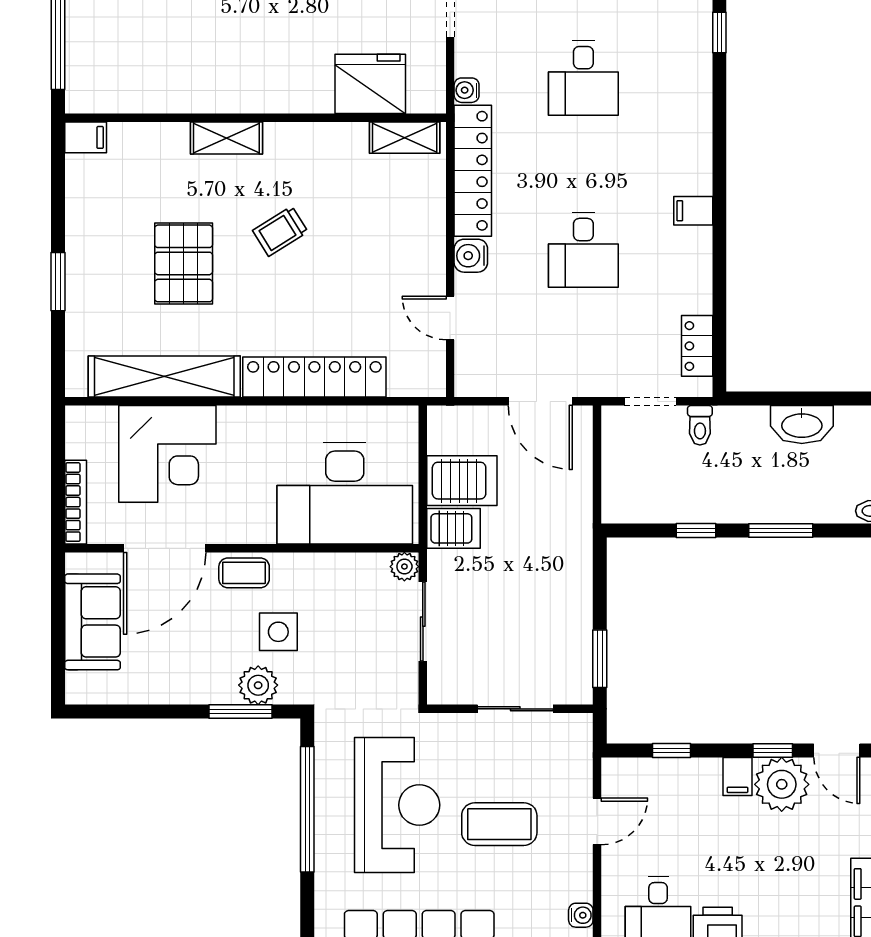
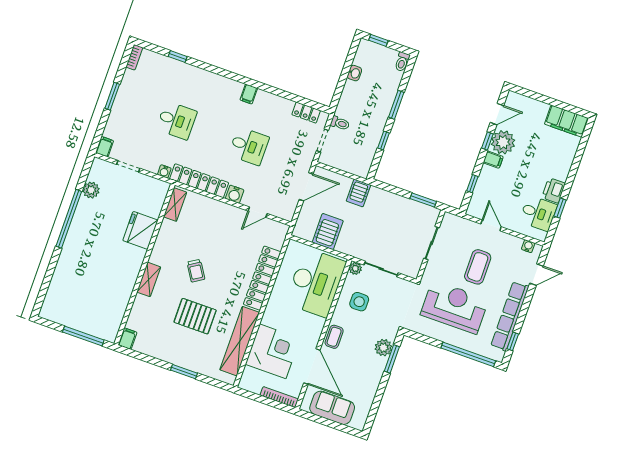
fridge: (370, 84) -> (140, 230), moved
washbasin: (802, 424) -> (354, 73), width x0.52, depth x0.69
server rack: (454, 528) -> (358, 193), moved, turned 180
side table: (278, 632) -> (359, 302), moved
window: (307, 809) -> (468, 354), moved

